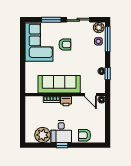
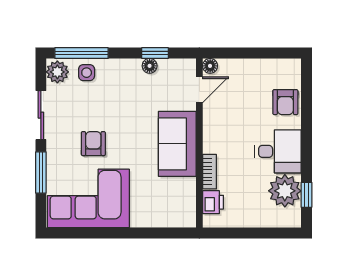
sofa: (59, 84) -> (177, 144), width x0.73
printer: (66, 101) -> (213, 202), moved
window: (62, 145) -> (306, 195), moved

